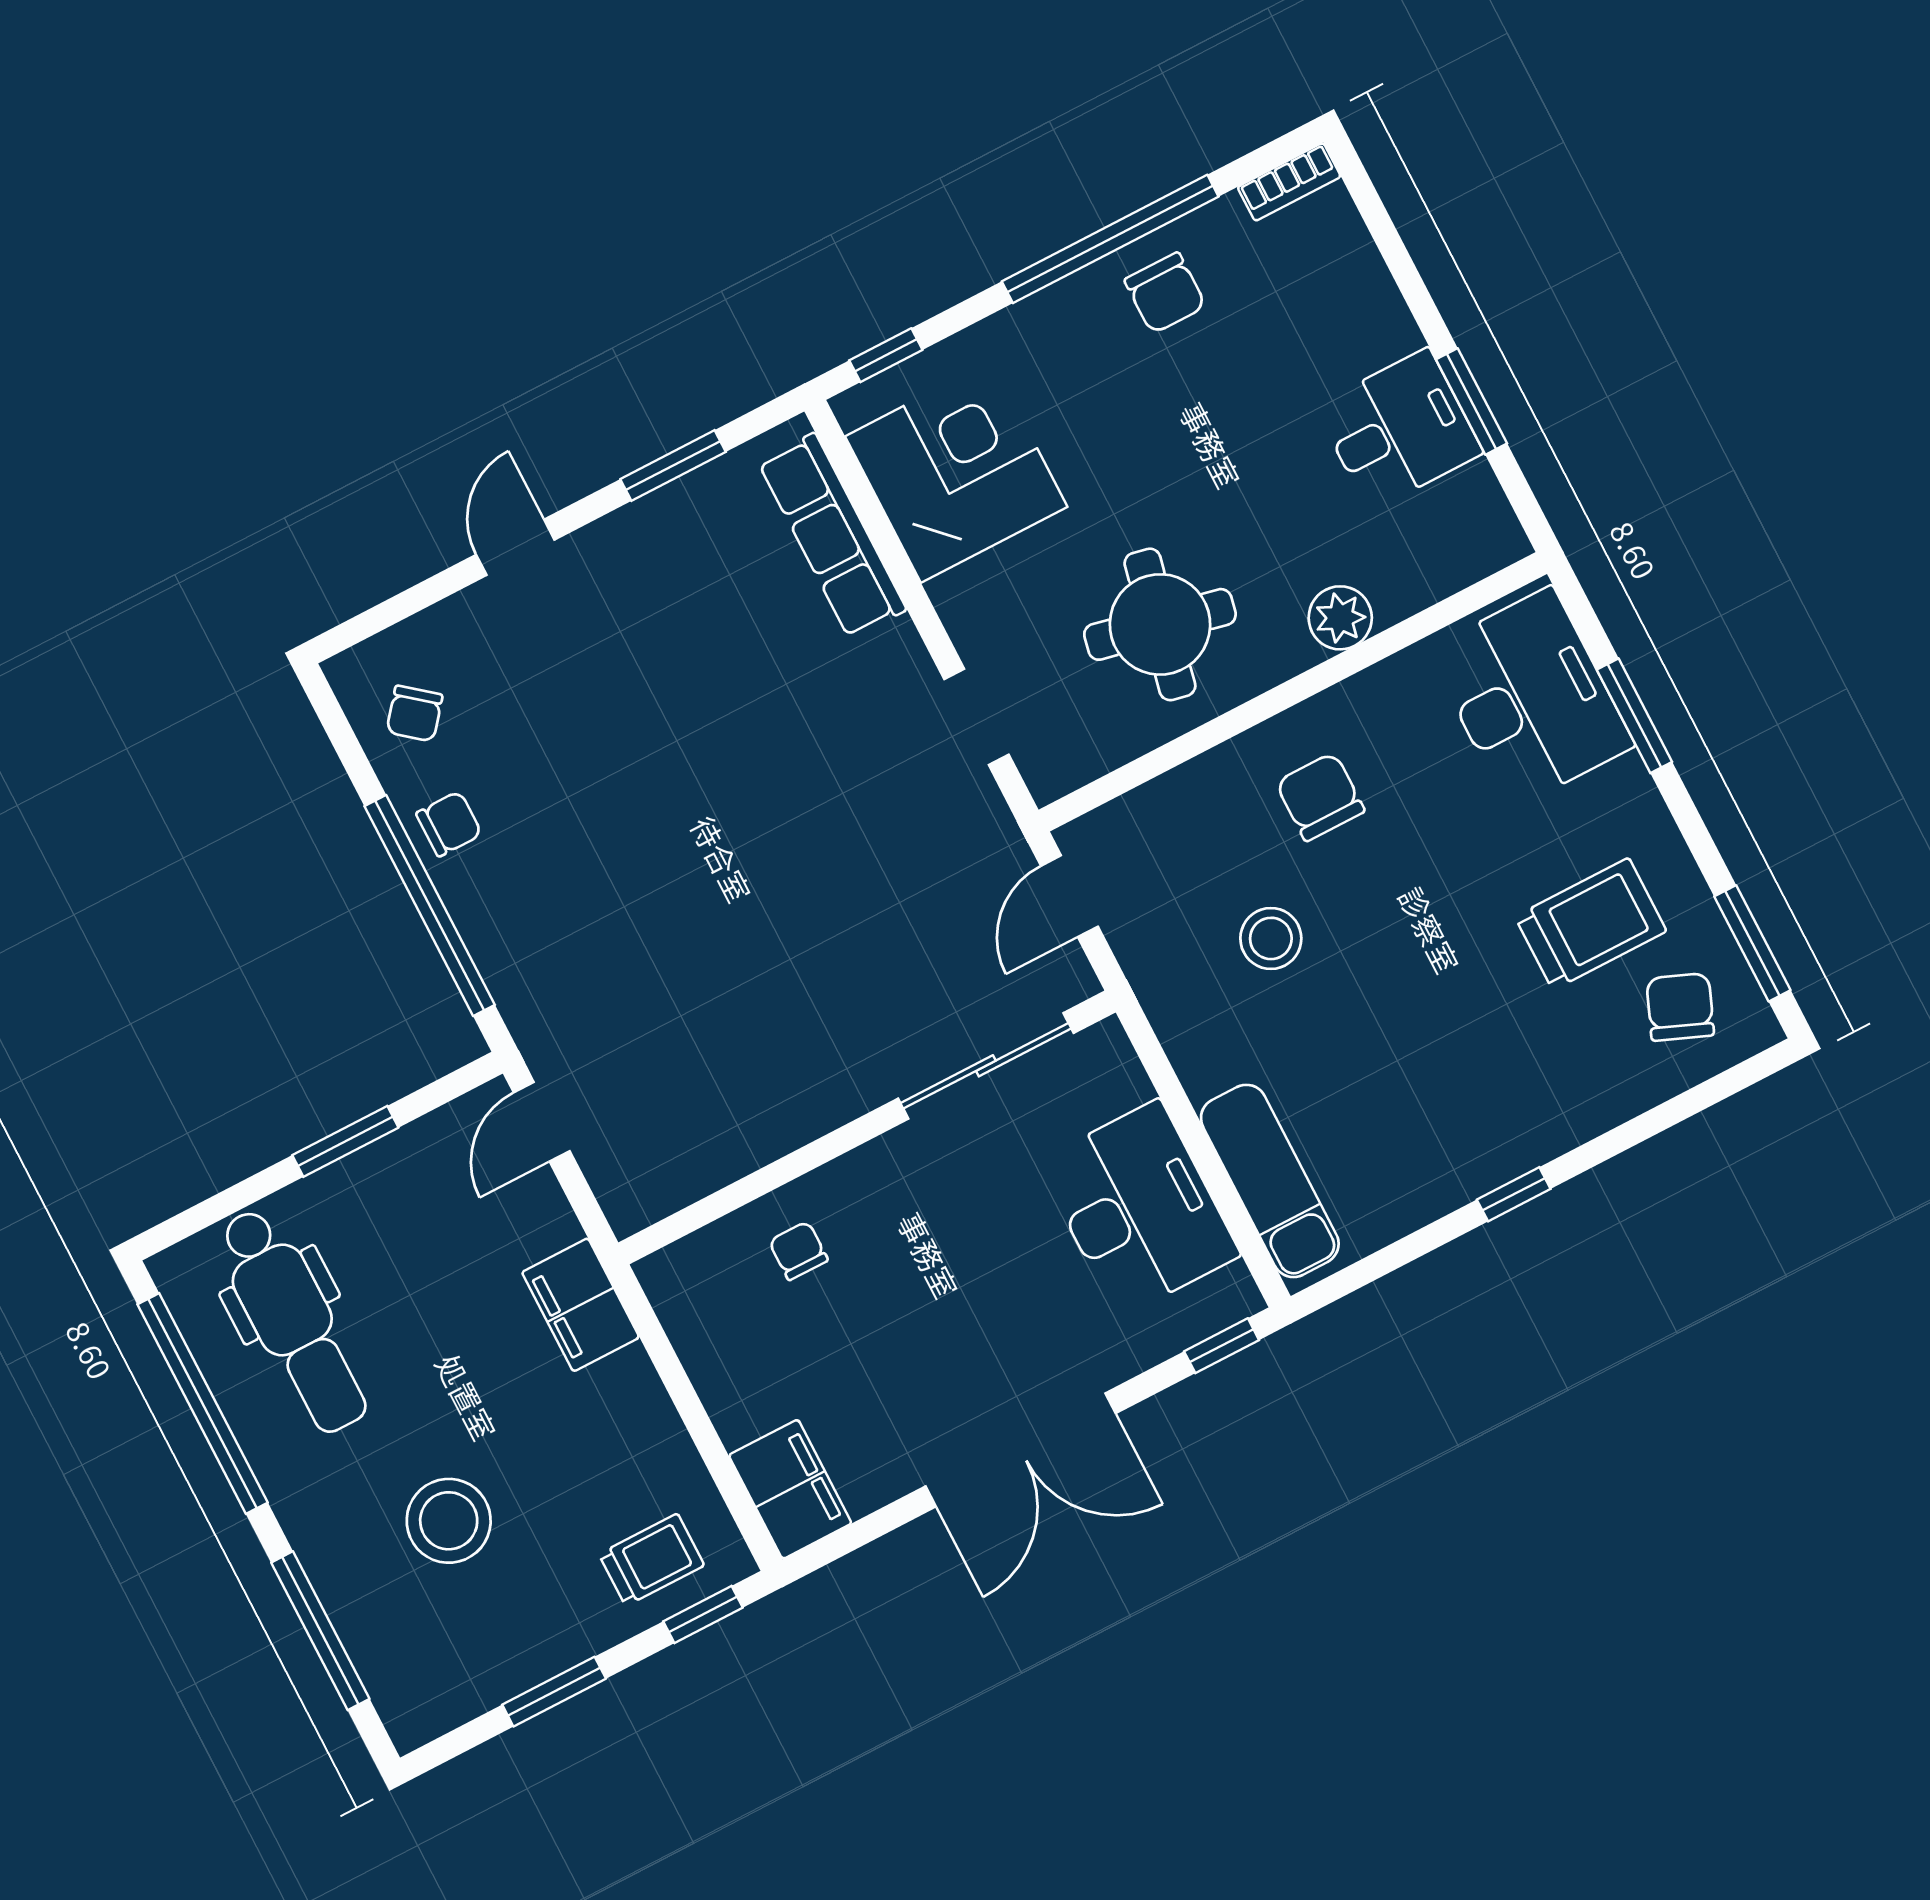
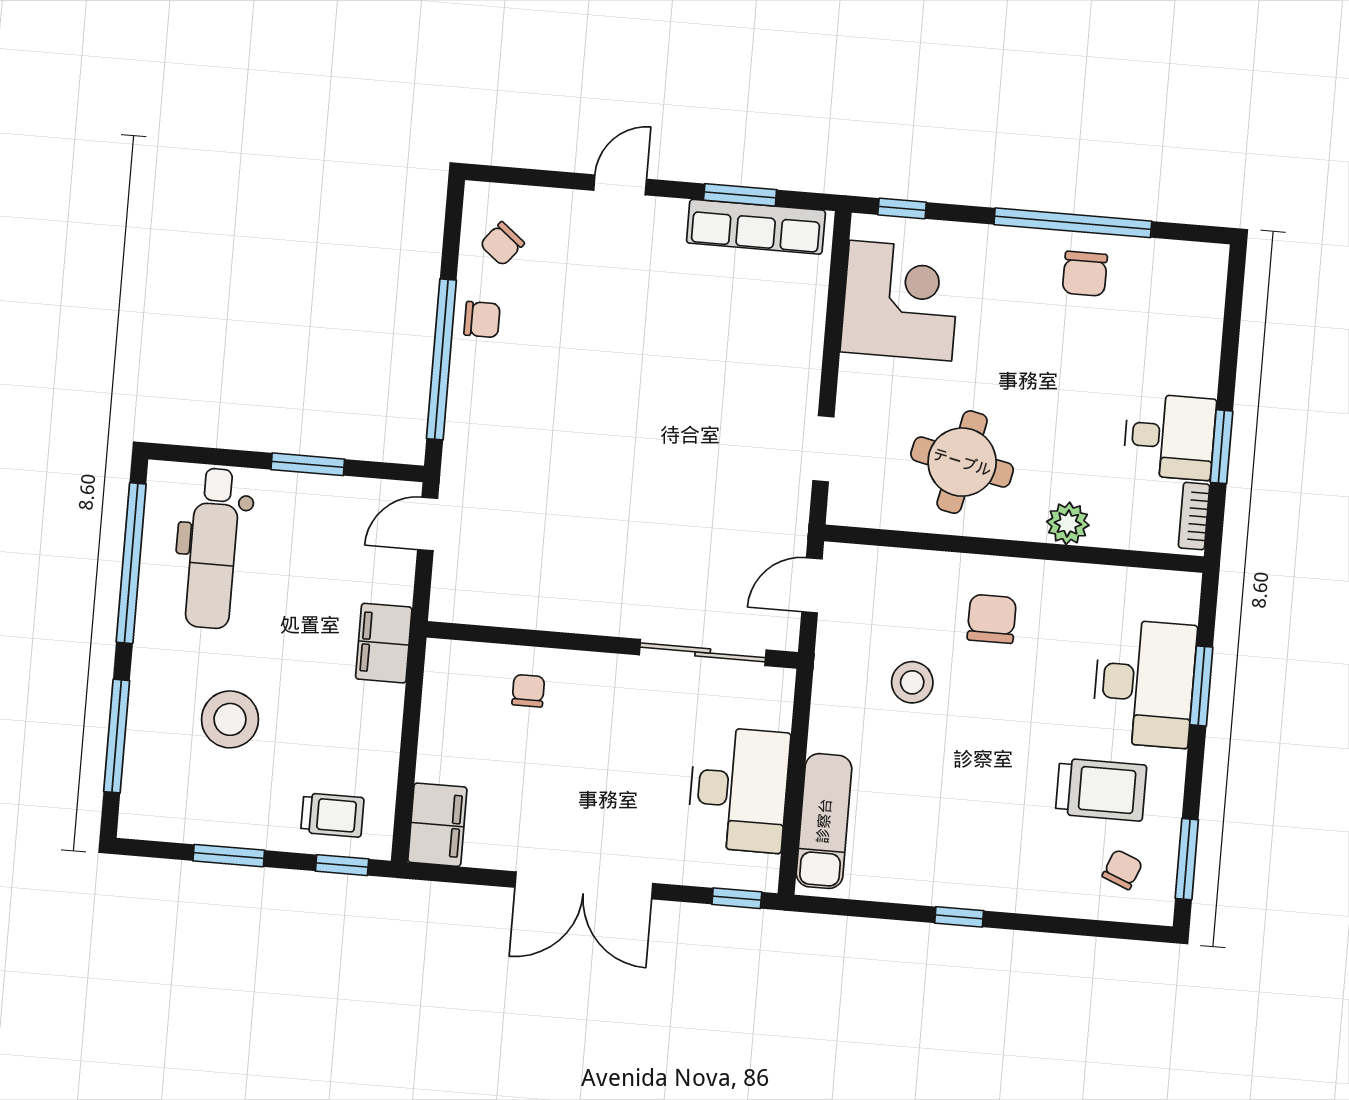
bookcase: (1289, 182) -> (1194, 516), moved, turned 90
row of seats: (832, 536) -> (756, 227), moved, turned -90
desk: (1531, 698) -> (1144, 683), moved
chair: (1680, 1007) -> (1122, 869), width x0.73, depth x0.73

